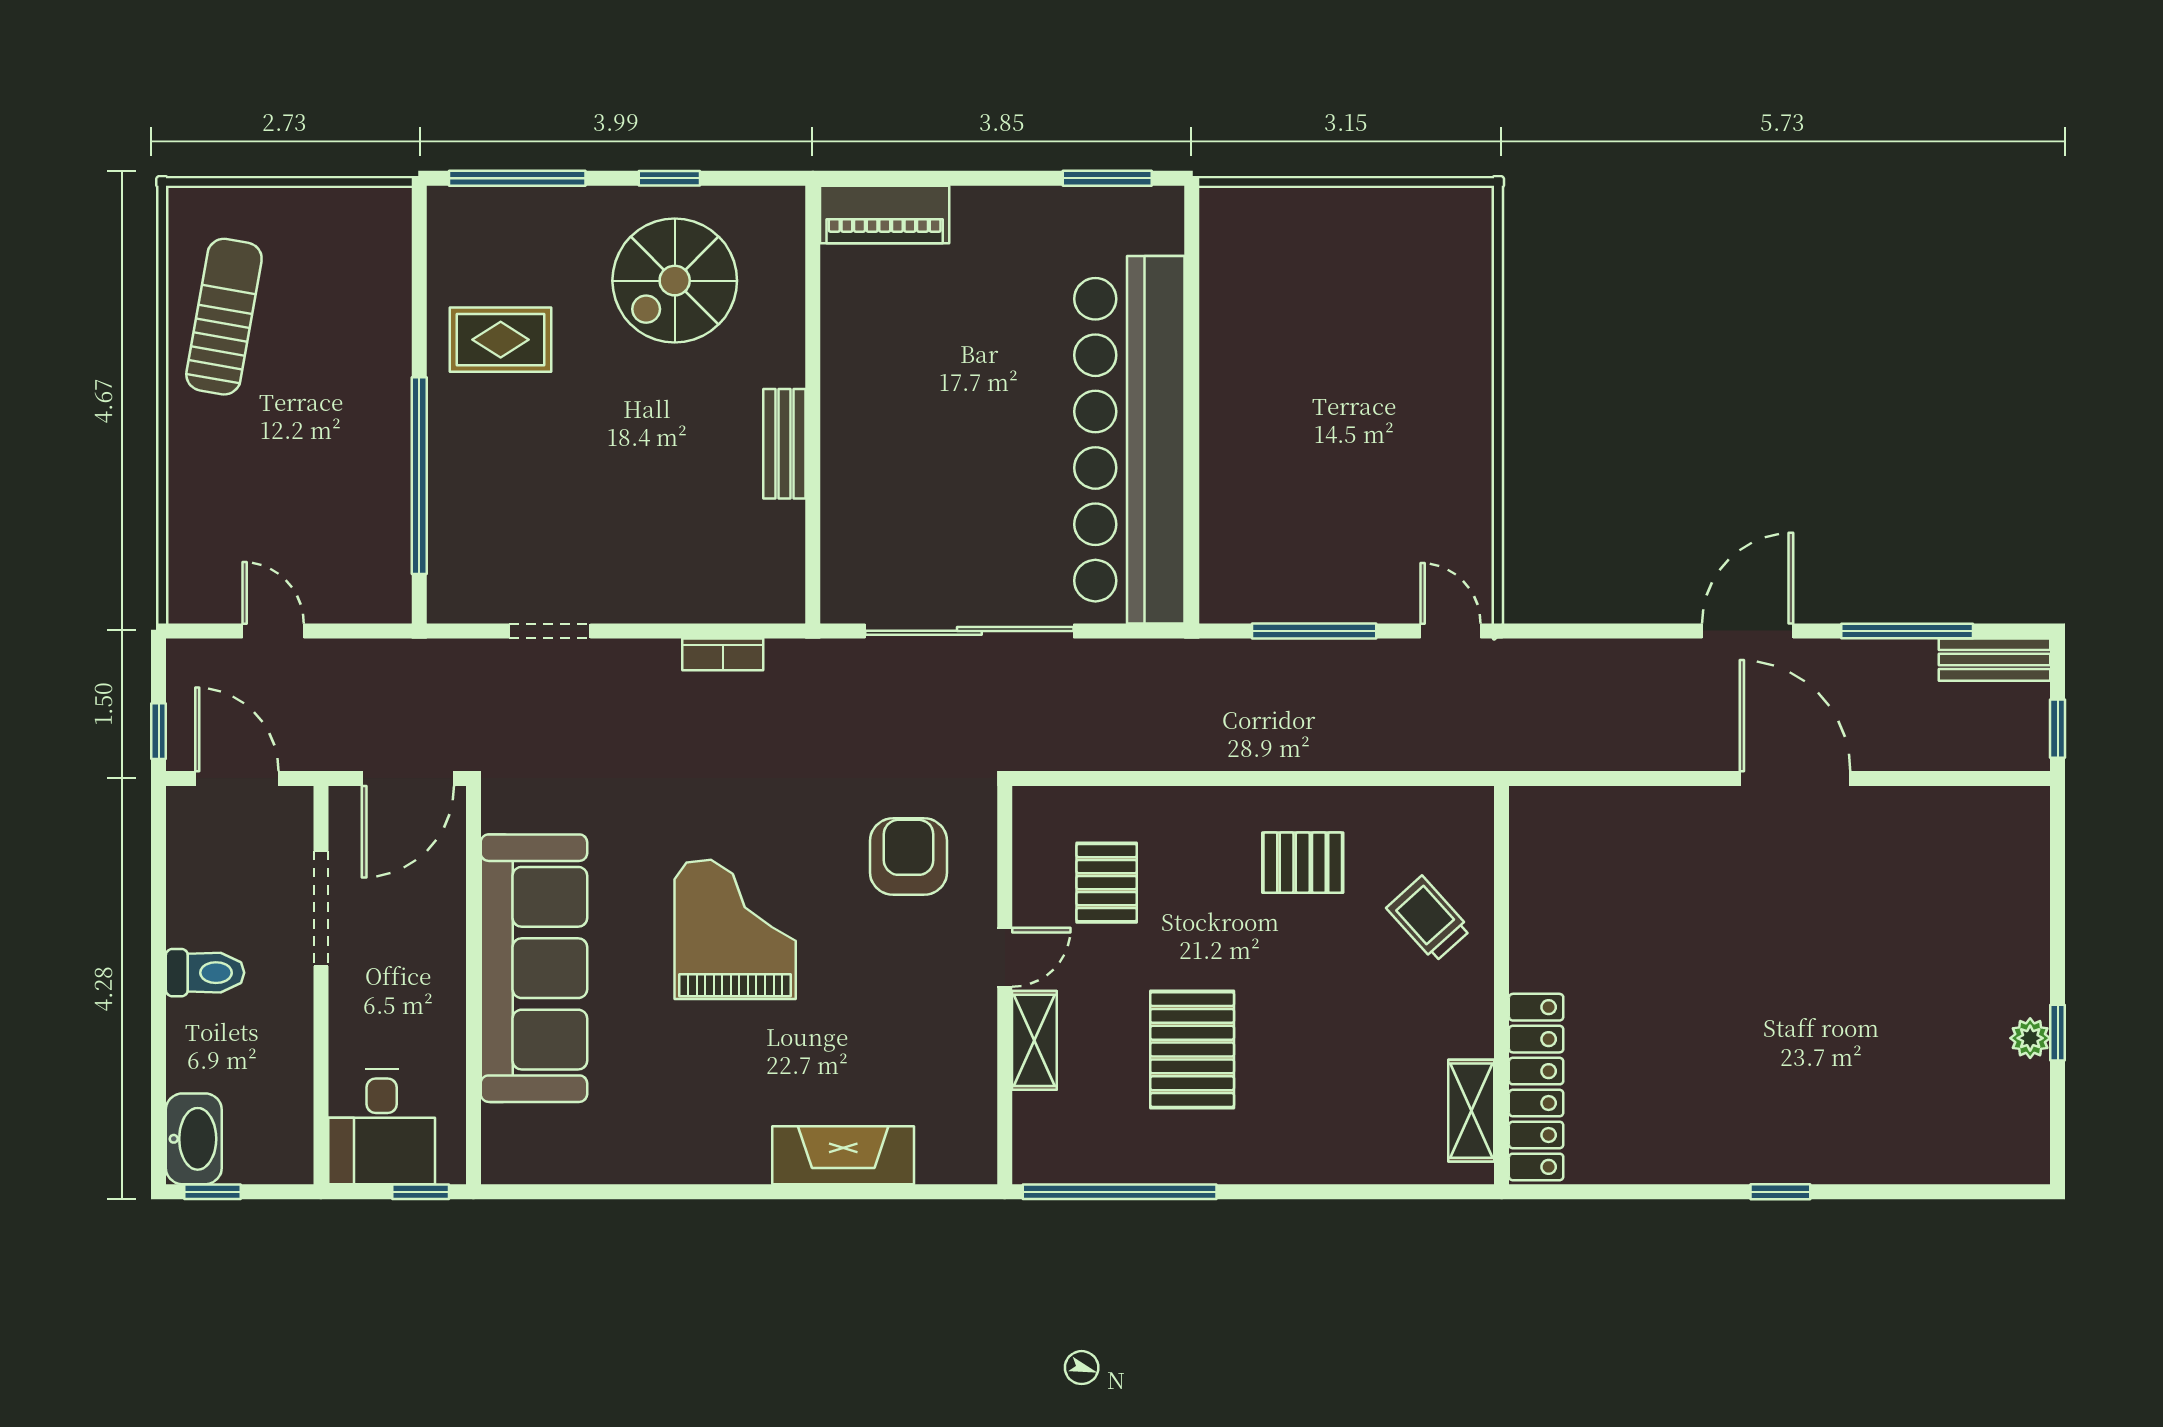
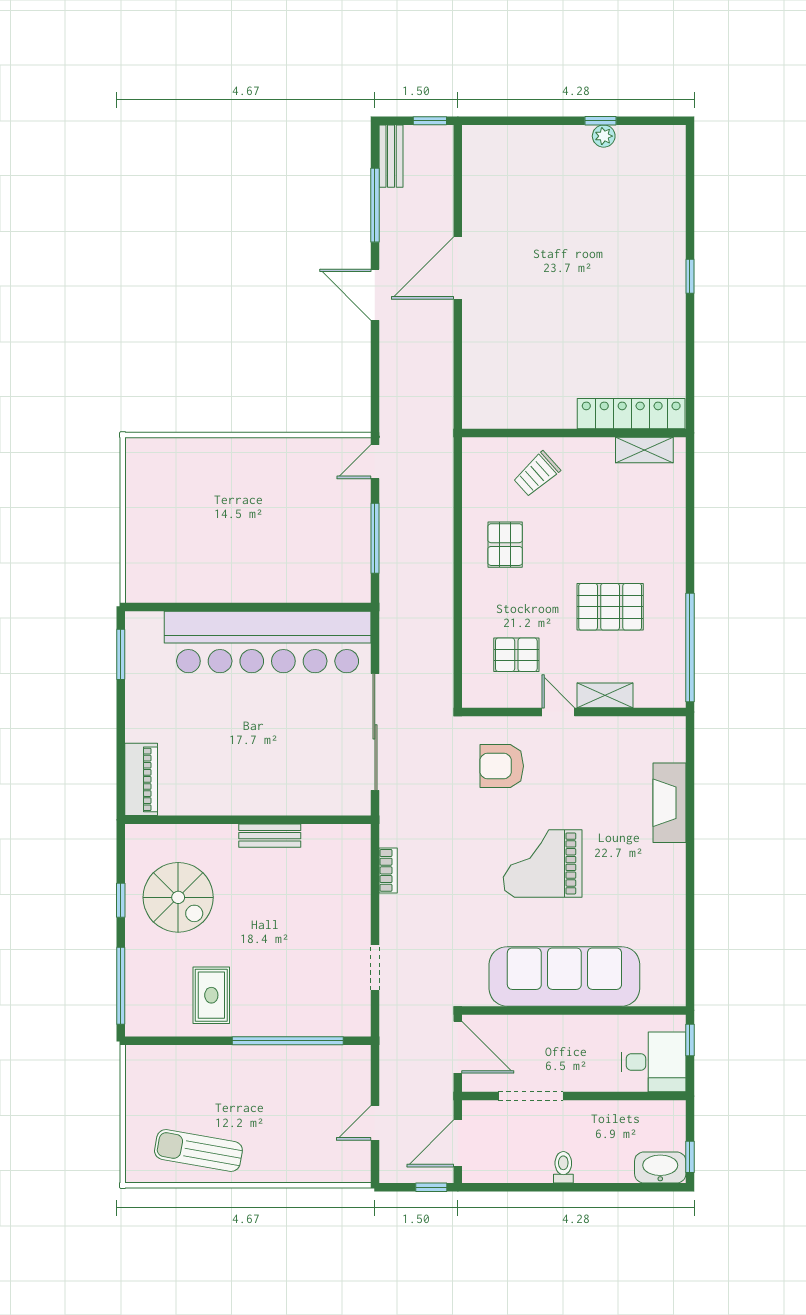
toilet: (205, 973) -> (563, 1167), width x0.73, depth x0.72

